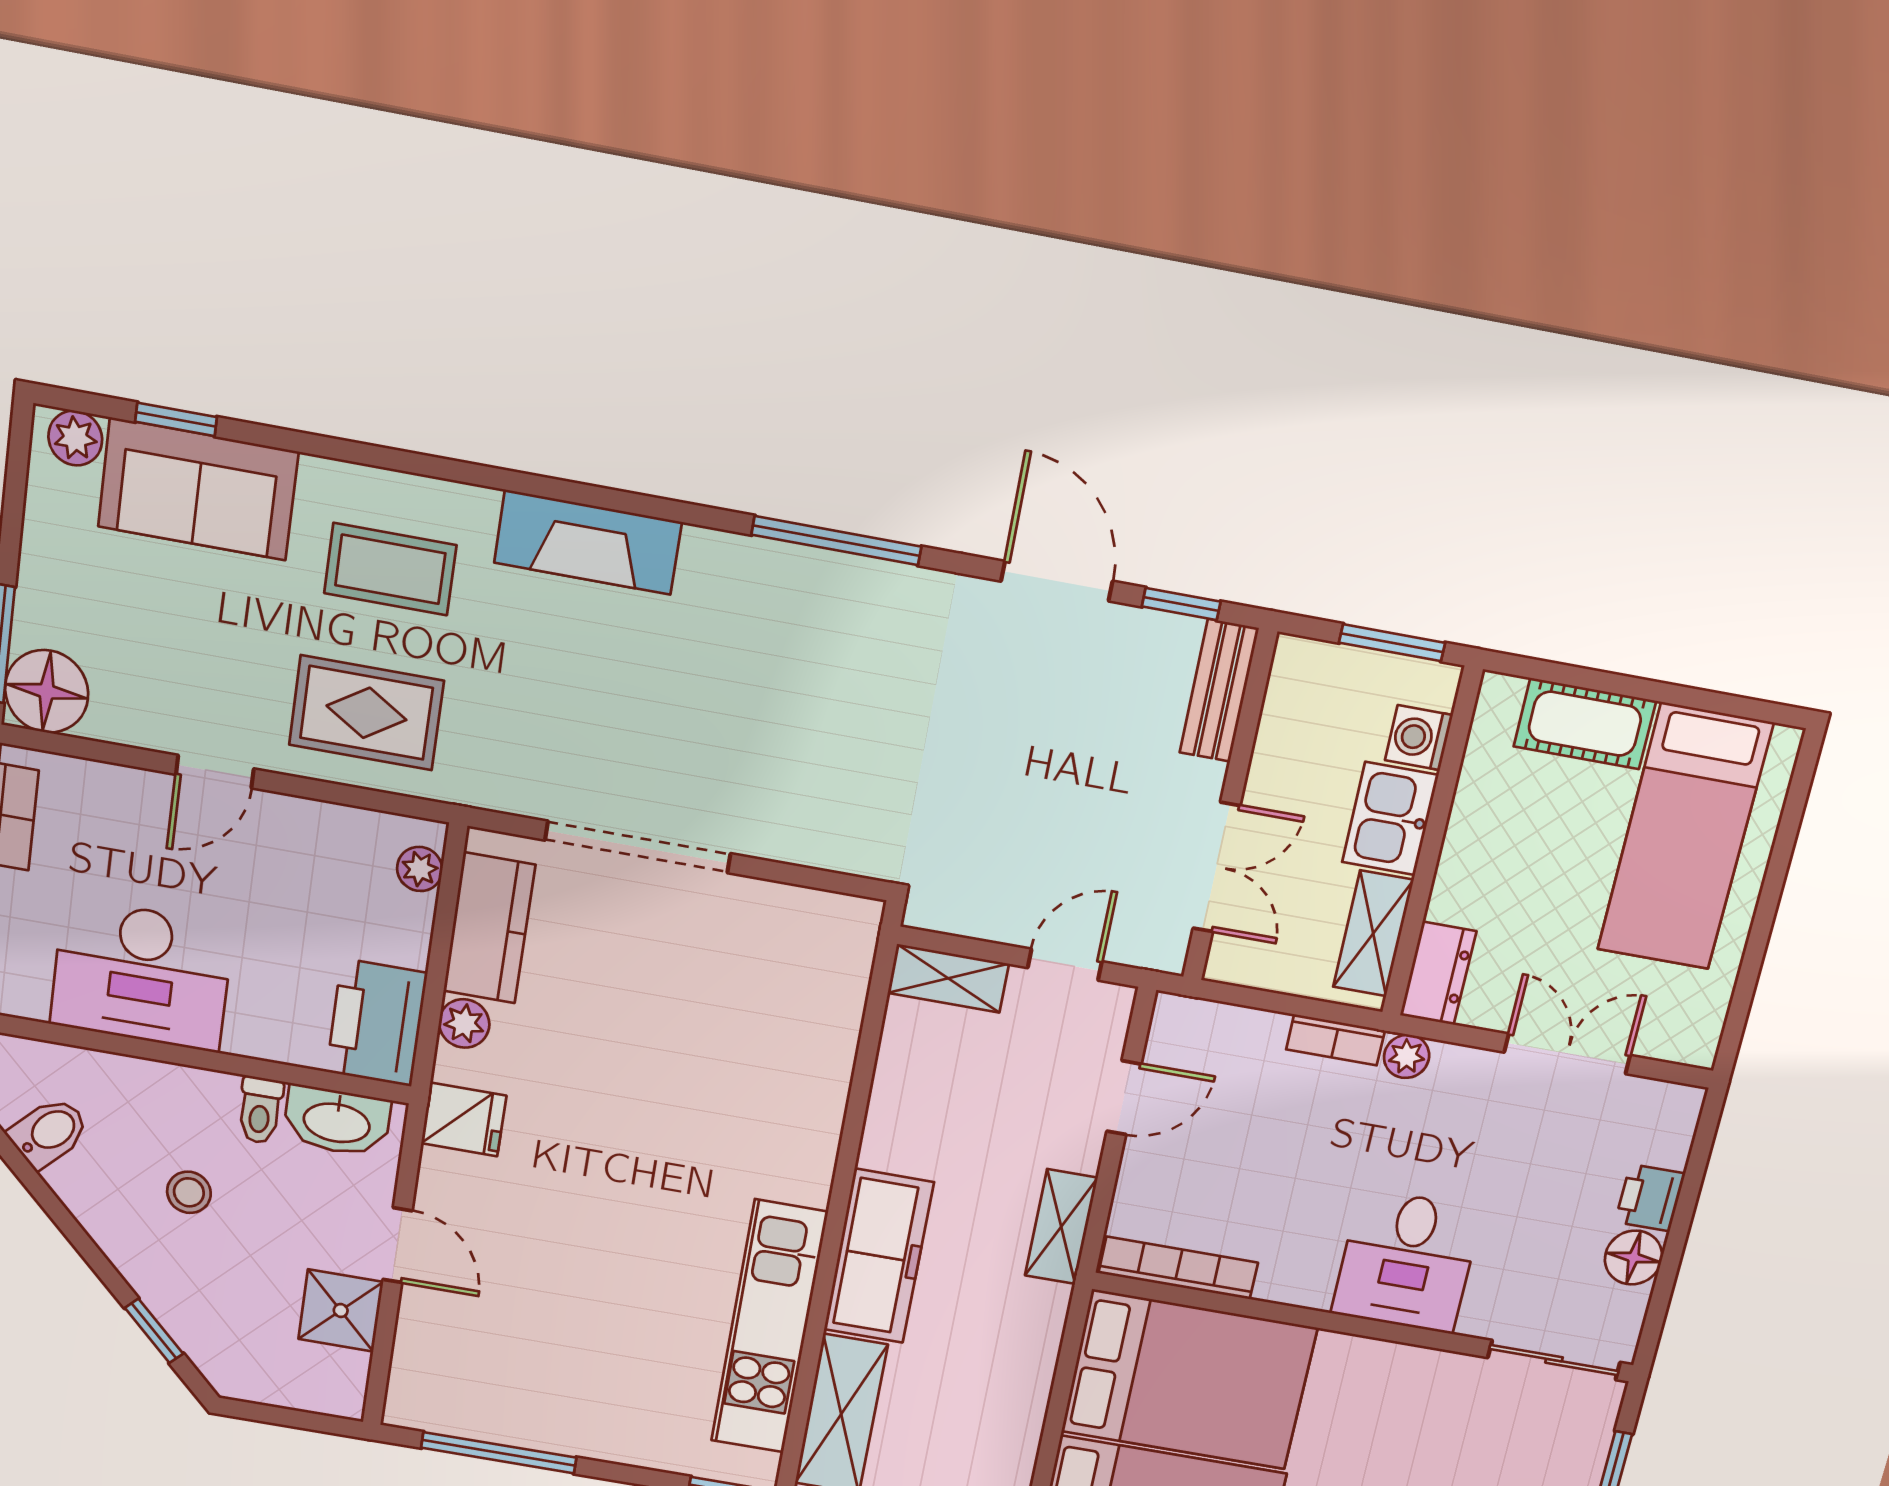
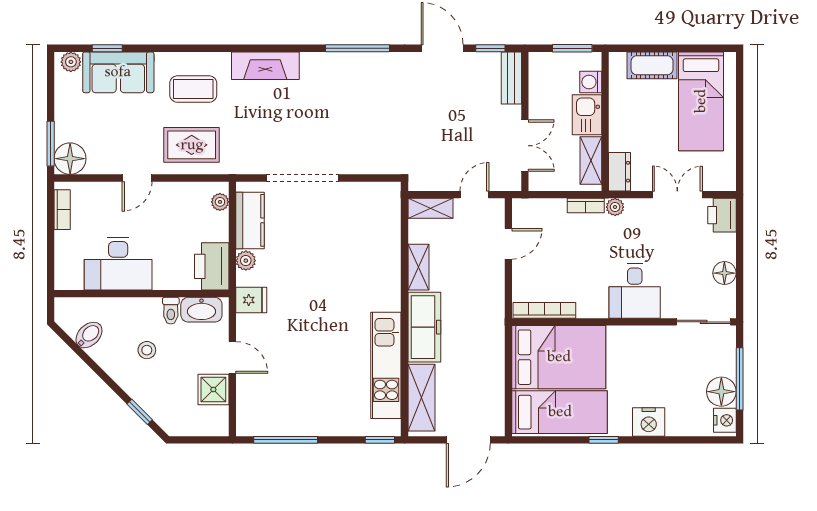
printer: (1650, 1198) -> (722, 215), moved, width x1.36, depth x1.24
shelving: (1061, 1227) -> (418, 267), moved

